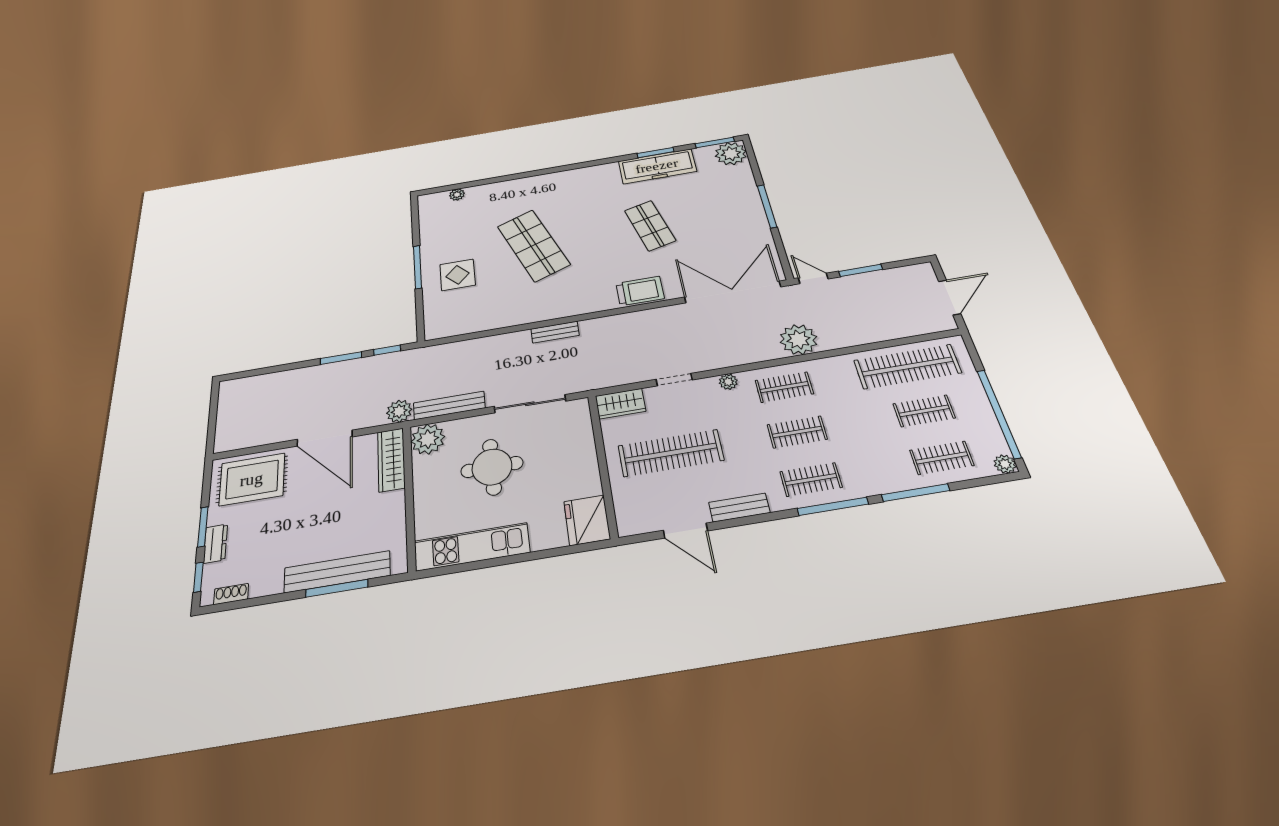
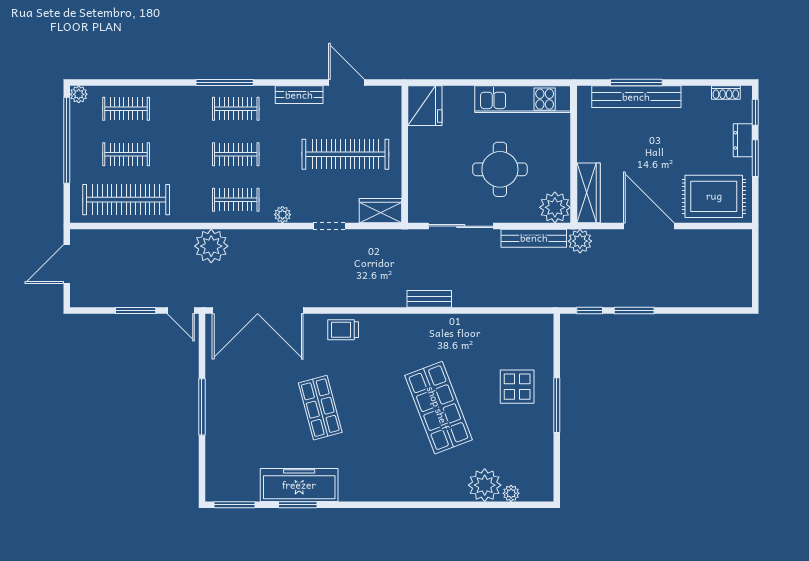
plant: (731, 154) -> (485, 485), moved
trolley: (640, 291) -> (343, 330), width x0.73, depth x0.72
window: (916, 493) -> (156, 82), removed

